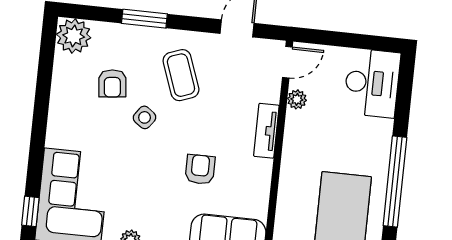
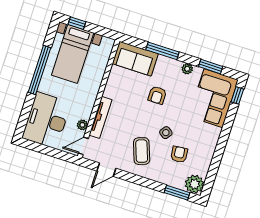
window: (144, 19) -> (177, 193), moved
desk: (372, 83) -> (47, 120), width x1.36, depth x1.30
tv unit: (266, 131) -> (100, 117), width x1.41
armchair: (200, 169) -> (157, 95), moved

